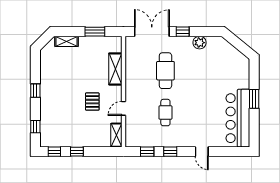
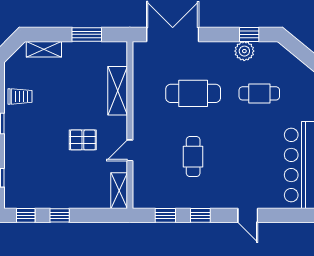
window: (183, 32) -> (249, 34), moved
cafe table: (165, 71) -> (193, 93), turned 90
cafe table: (209, 71) -> (259, 93), added
trolley: (51, 73) -> (20, 96), added
pallet: (92, 102) -> (83, 140), turned 90

